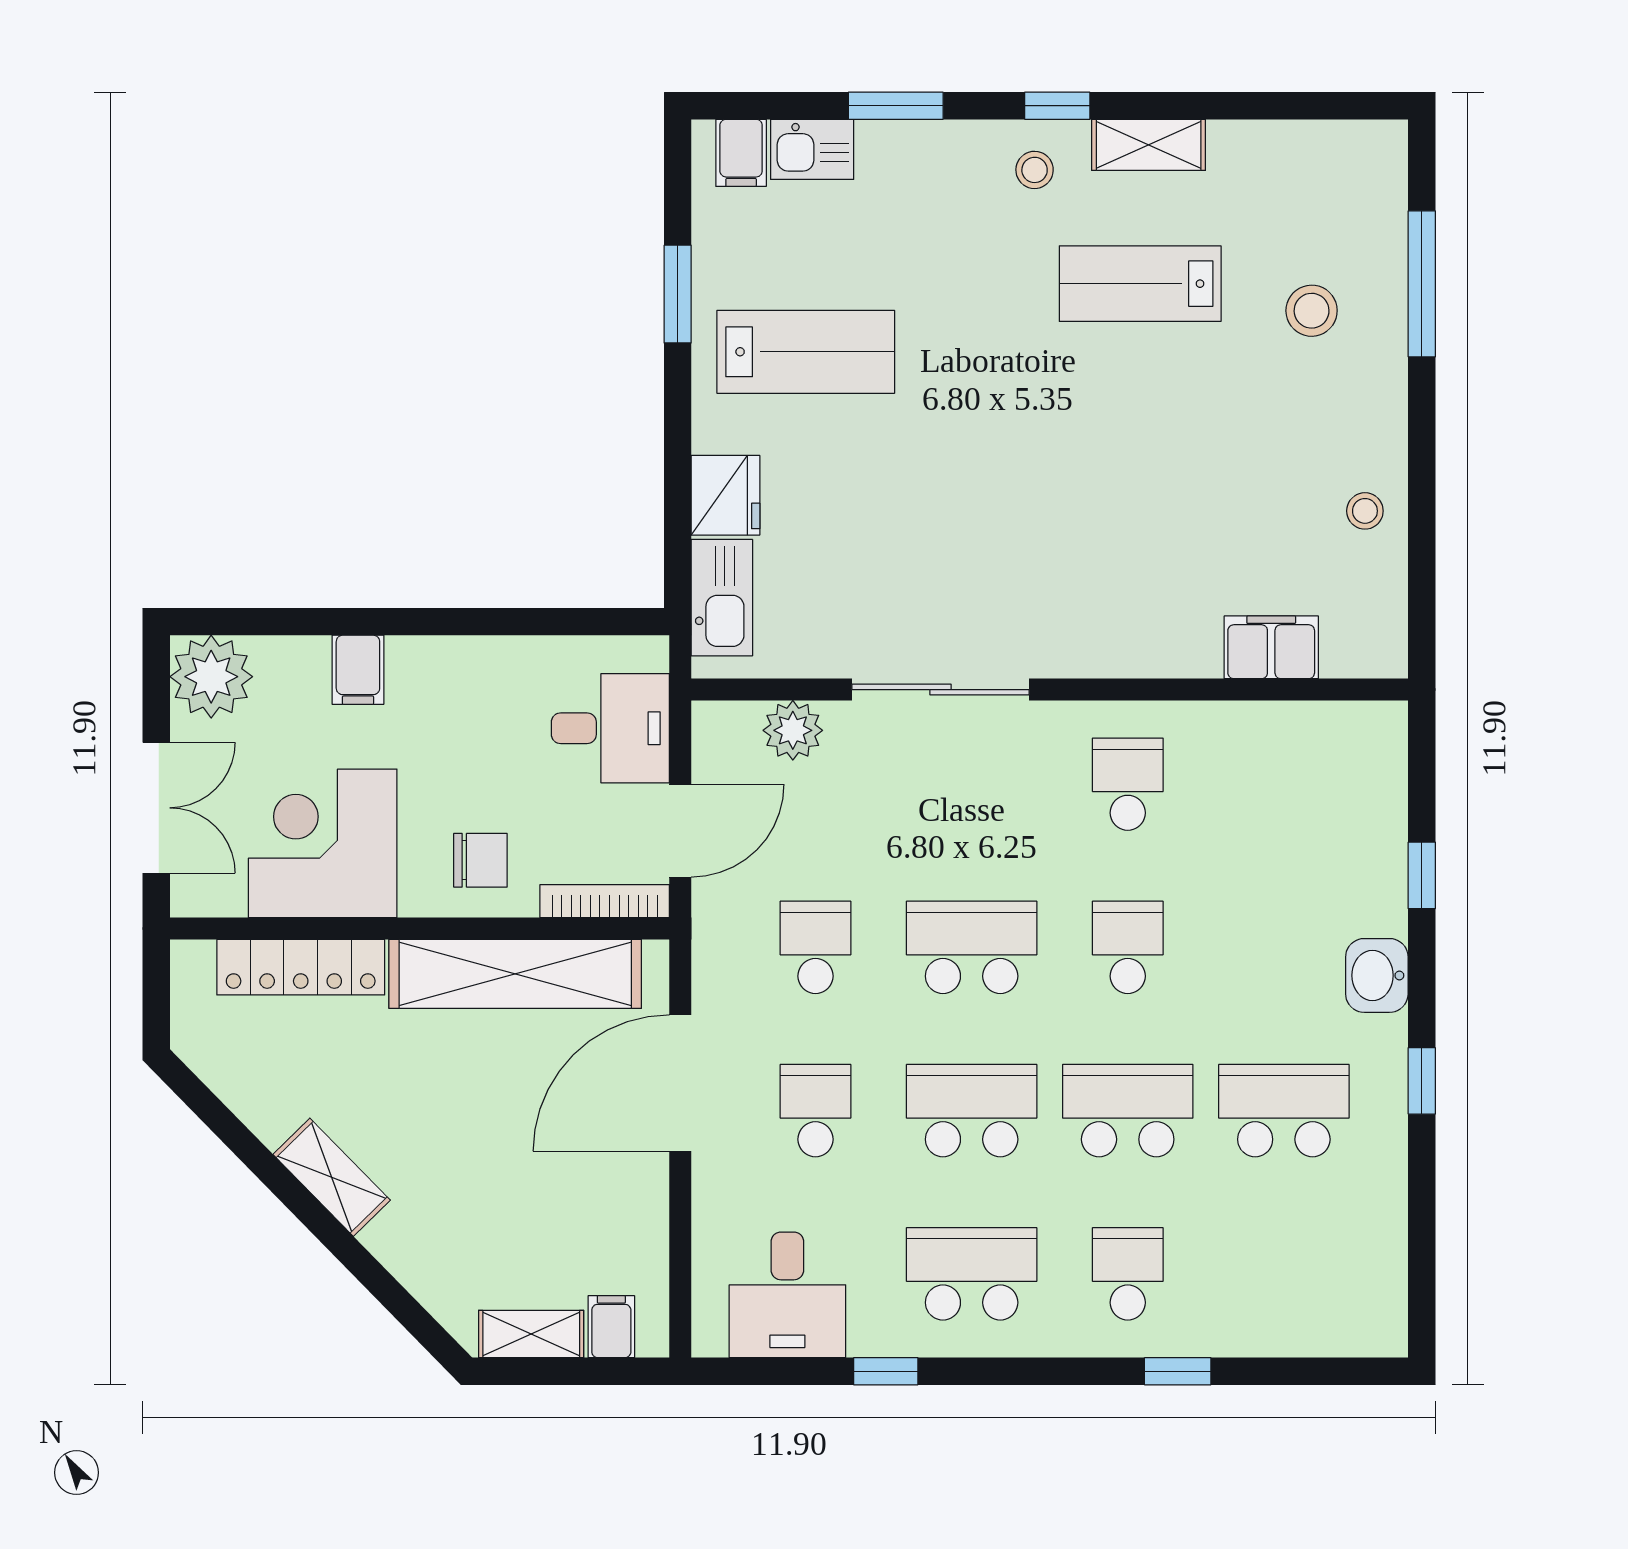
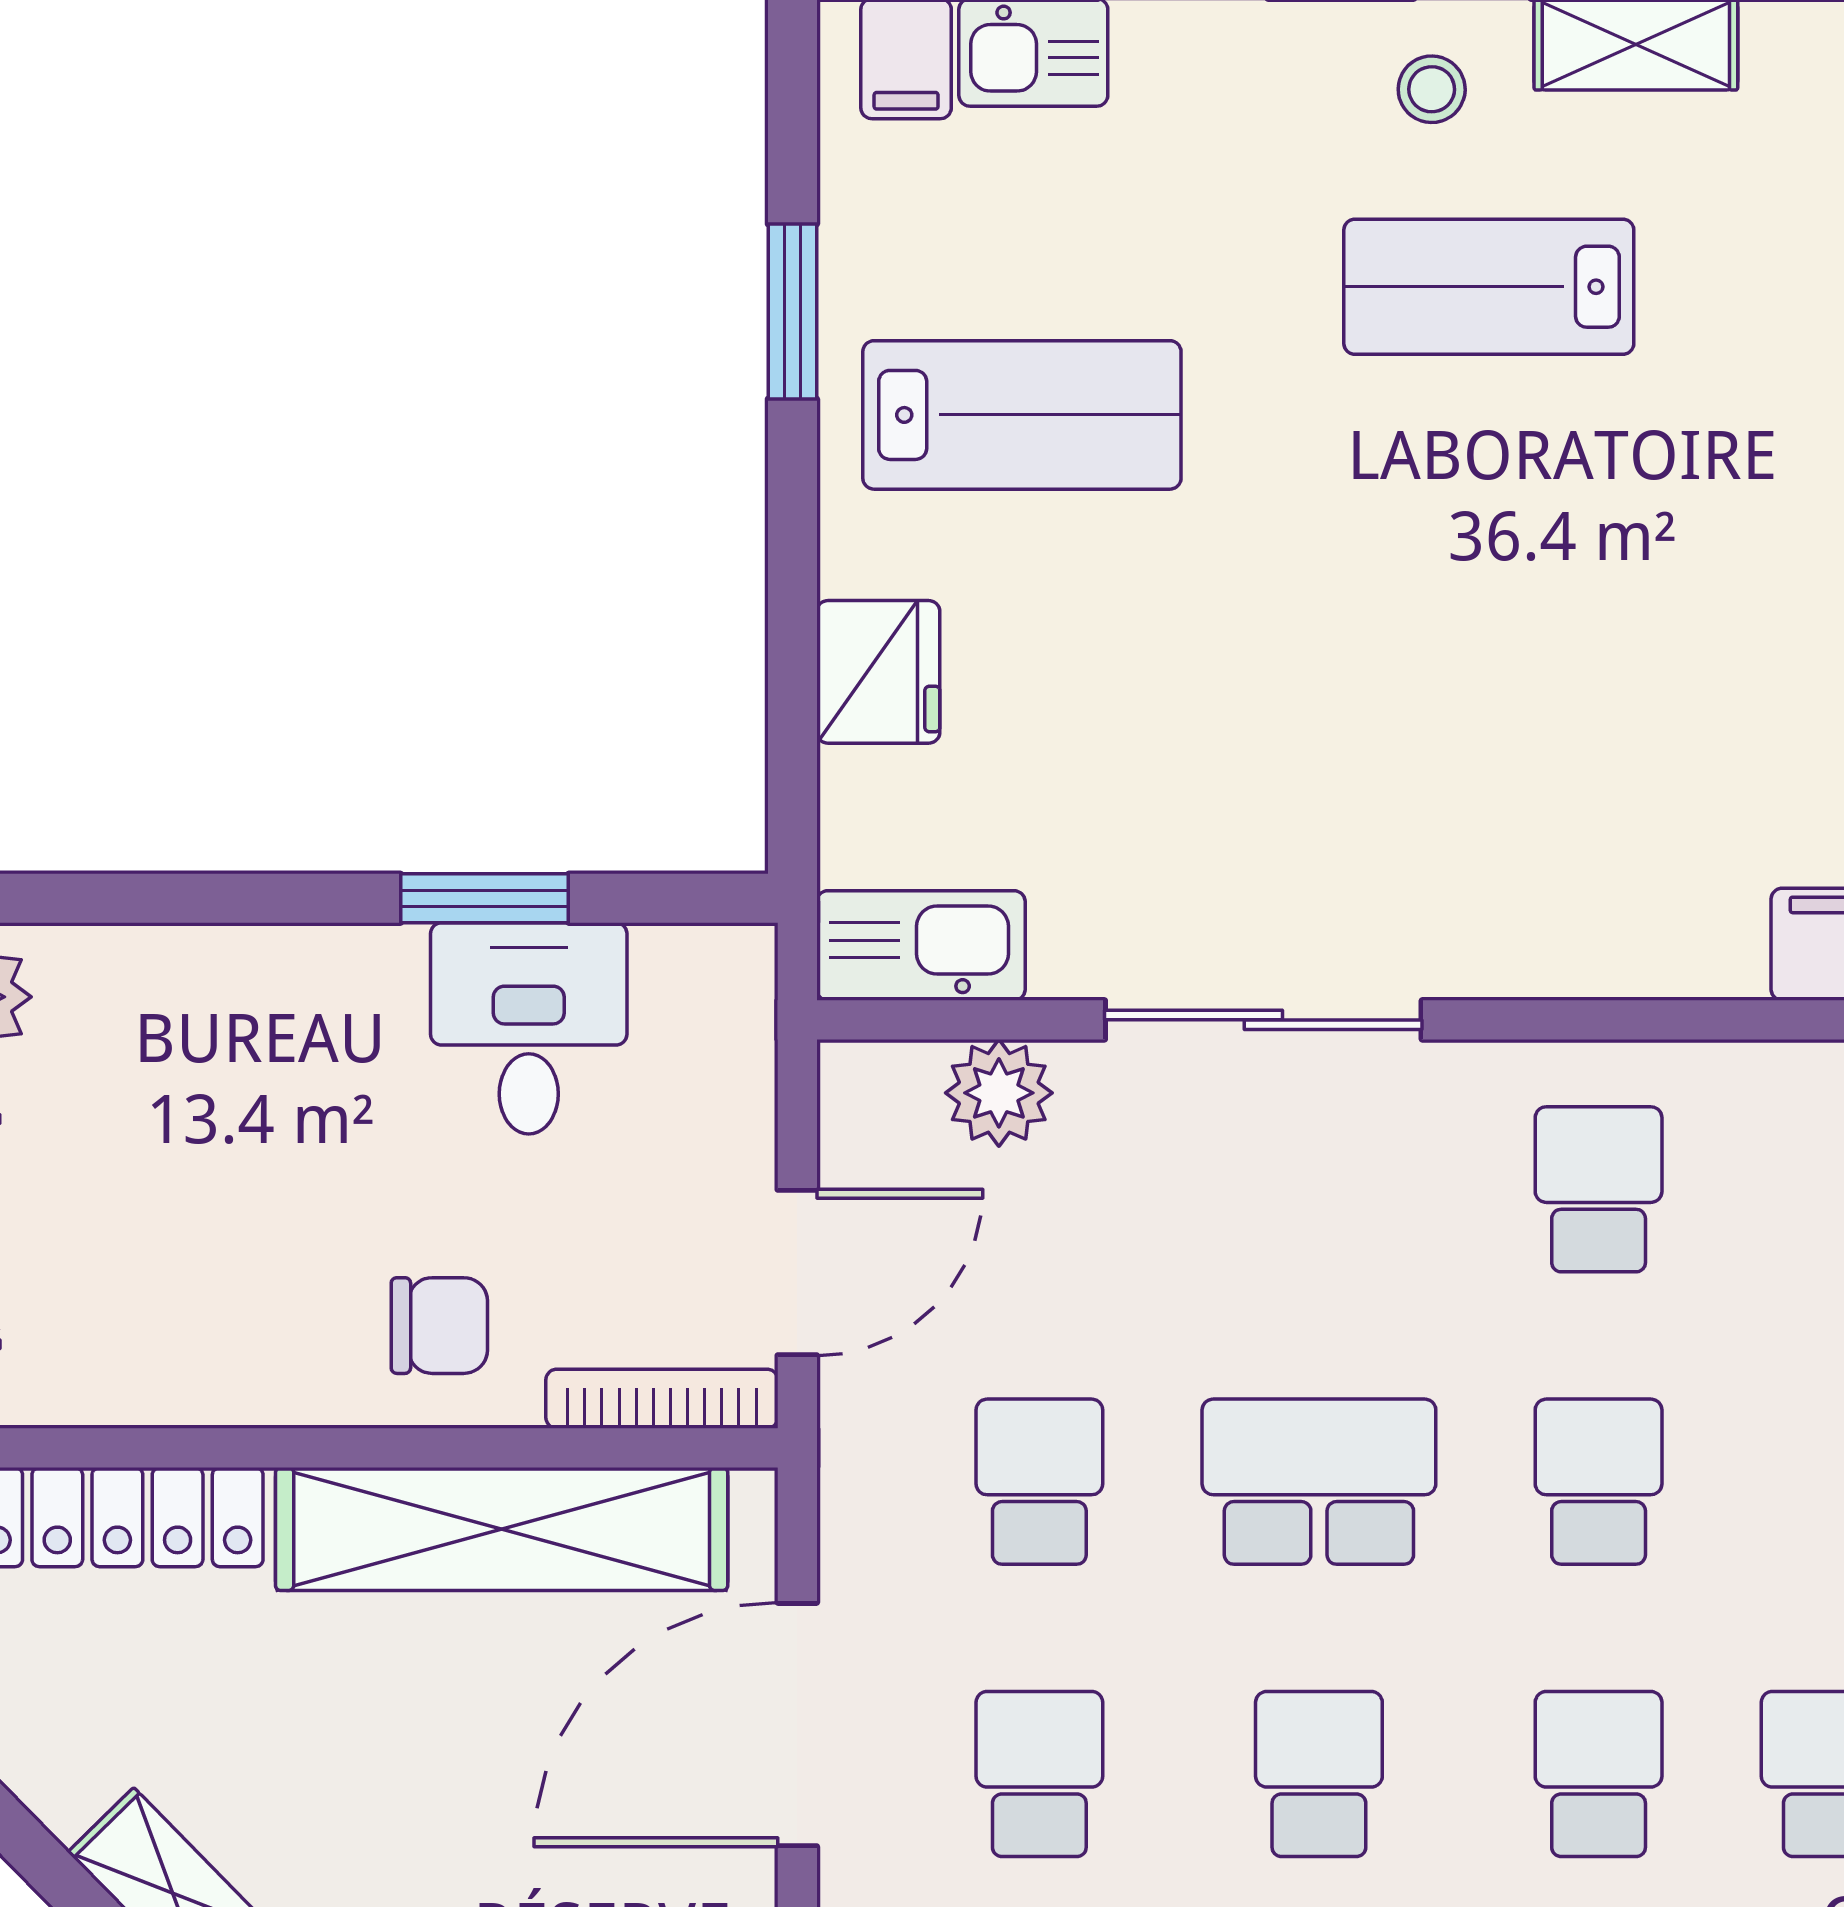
lab bench: (1140, 284) -> (1489, 287), moved
kitchen sink: (722, 598) -> (921, 945), moved, turned -90
window: (506, 622) -> (485, 898), added
filing cabinet: (358, 670) -> (220, 984), removed
desk: (610, 728) -> (529, 1028), moved, turned -90
corner desk: (323, 843) -> (157, 1295), removed
school desk: (972, 1111) -> (1319, 1774), width x0.54
school desk: (1128, 1111) -> (1599, 1774), width x0.54

